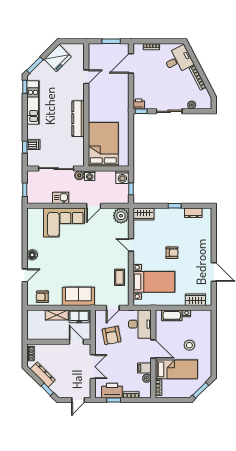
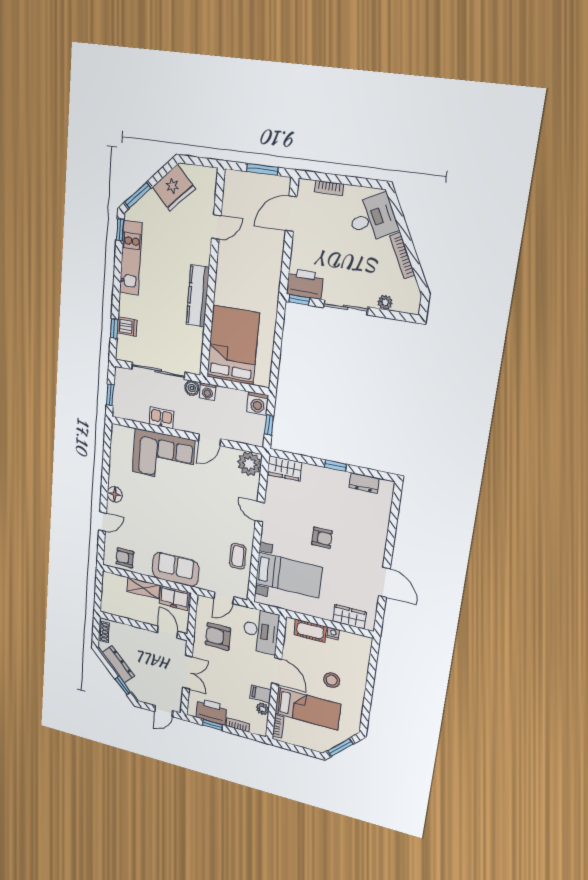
printer: (139, 104) -> (305, 284), width x1.87, depth x1.48
armchair: (112, 335) -> (218, 636), turned 101

